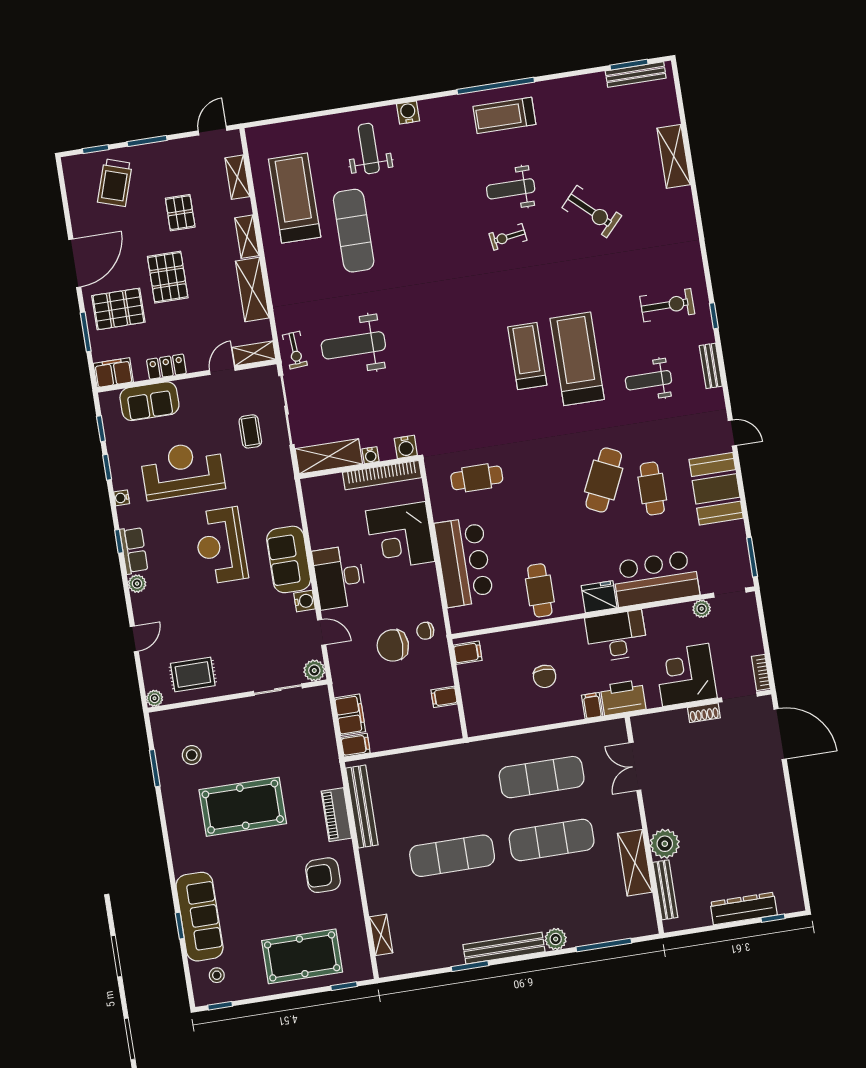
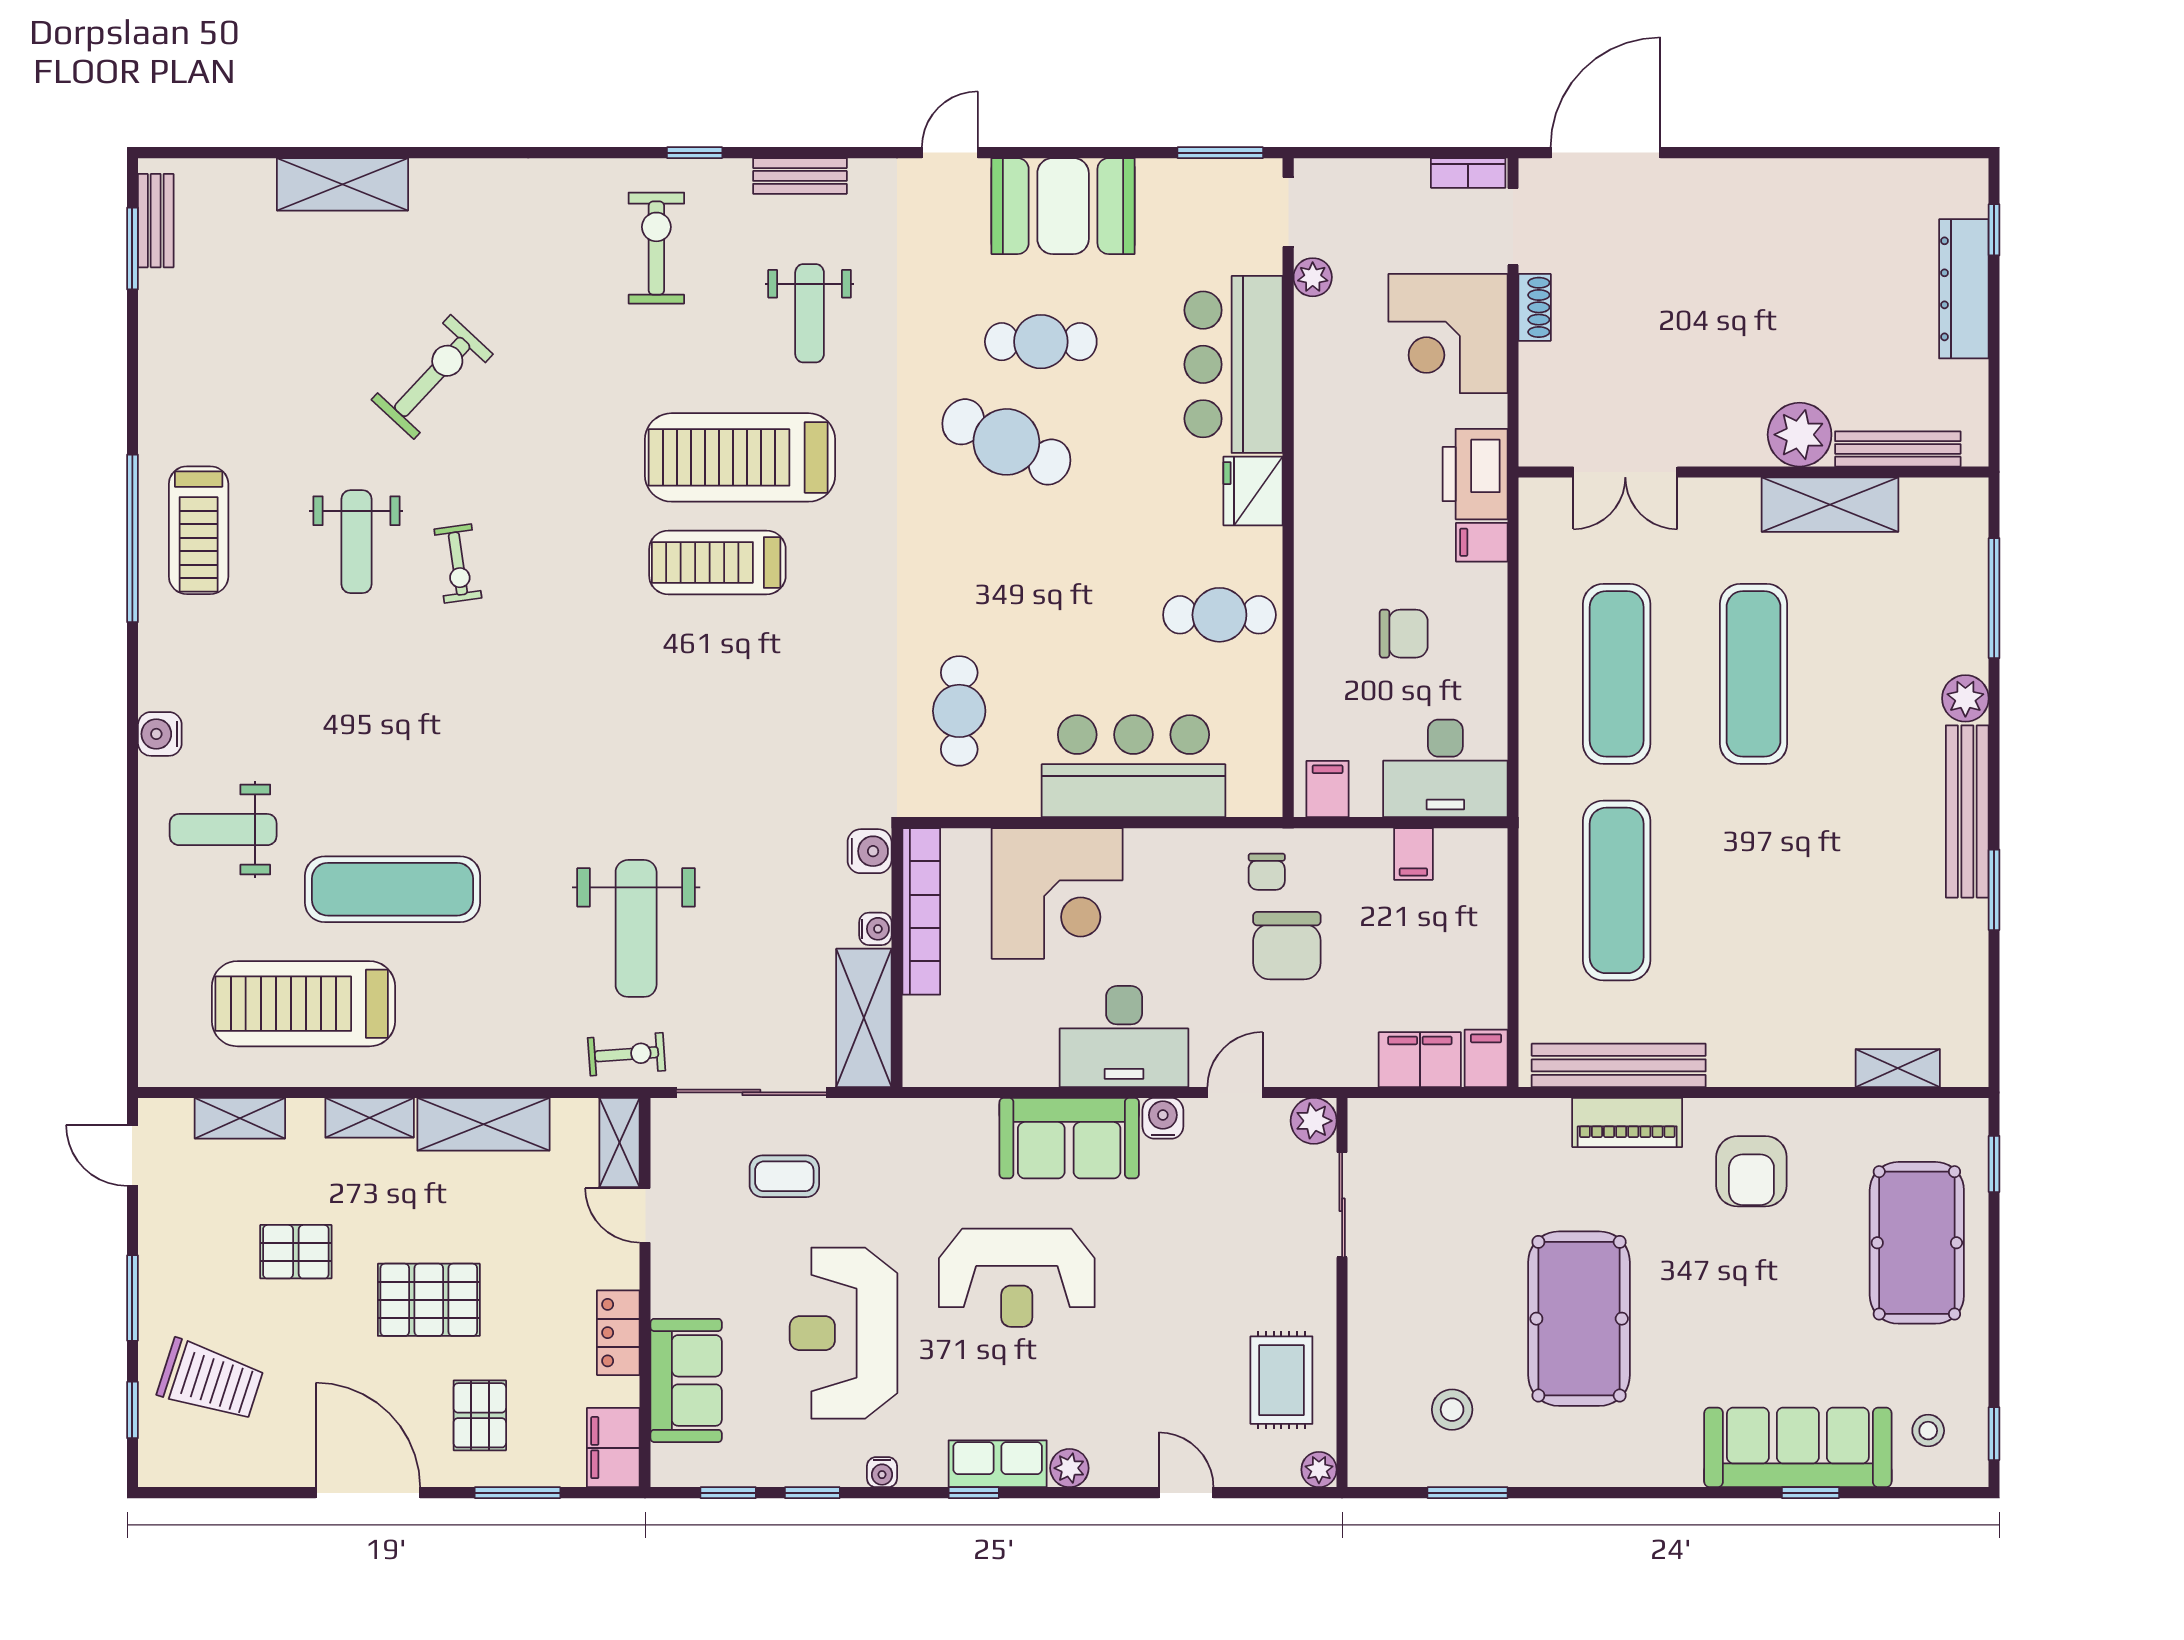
bench: (636, 74) -> (156, 221), width x0.73
pallet: (118, 309) -> (480, 1415), width x0.67, depth x0.71
desk: (616, 636) -> (1445, 768), moved, turned -90
exercise mat: (452, 856) -> (1617, 890), moved

